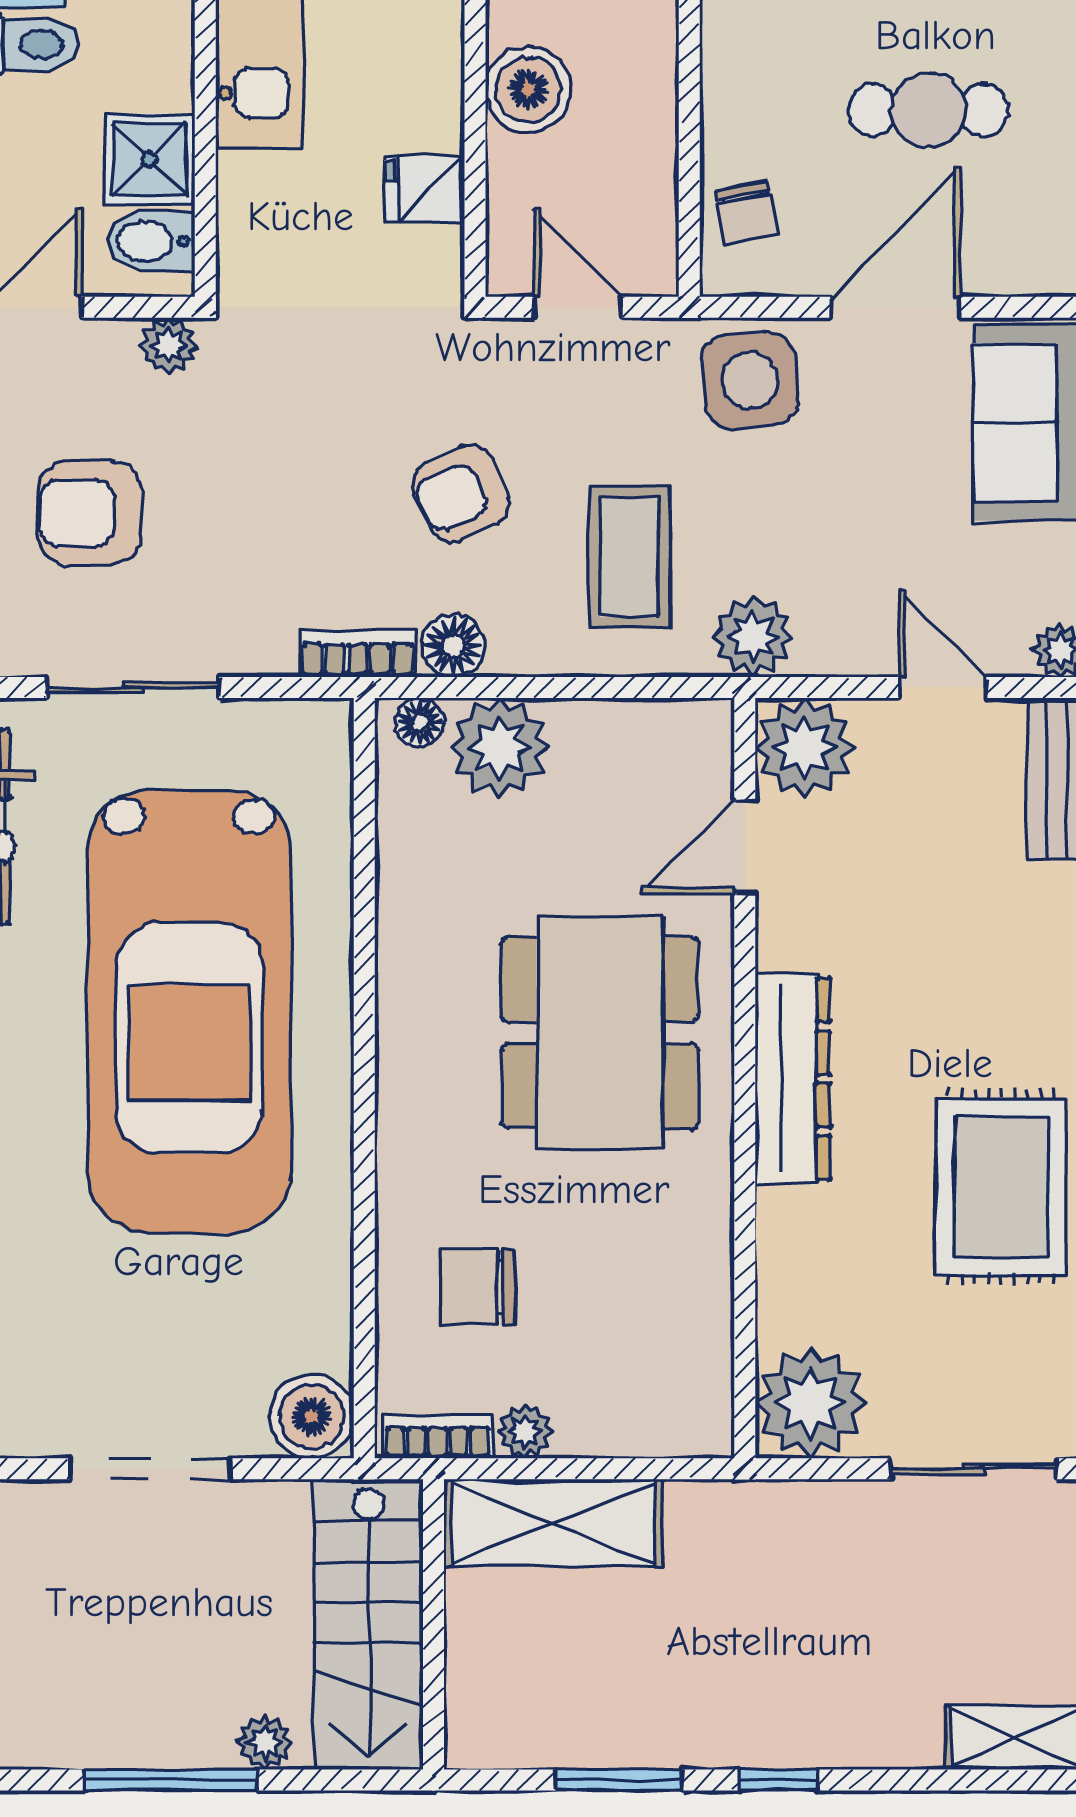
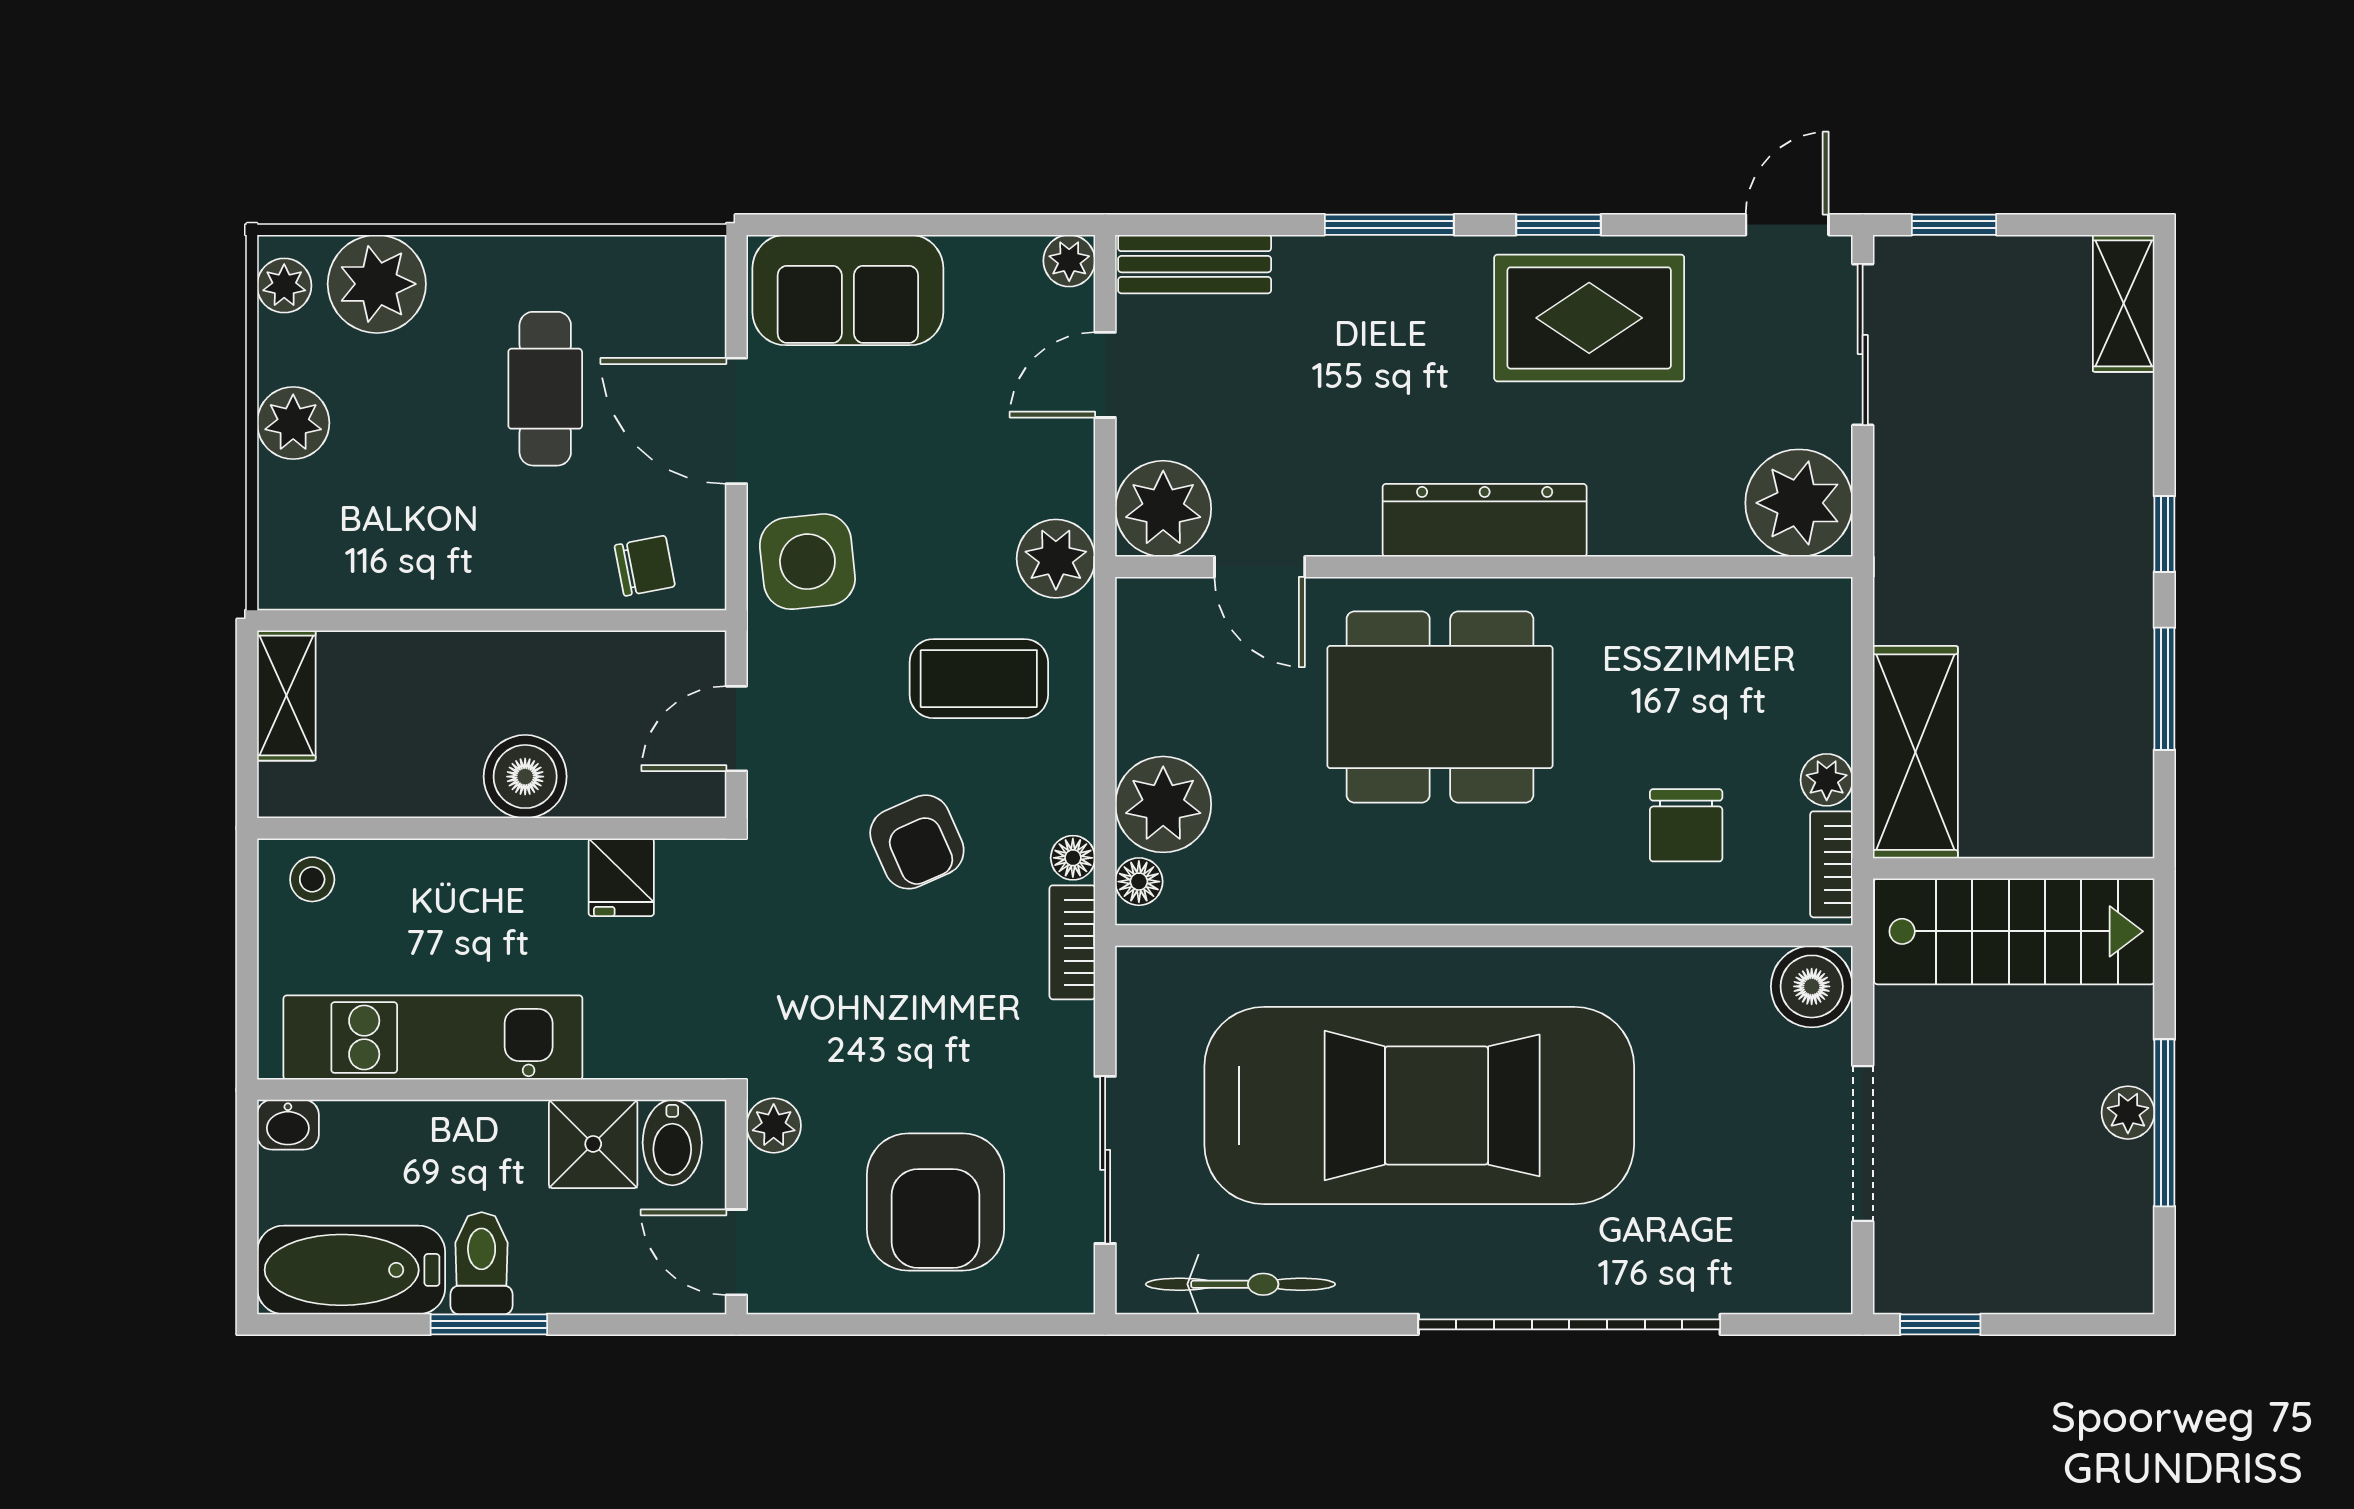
armchair: (89, 513) -> (936, 1202), width x1.36, depth x1.36
floor lamp: (453, 646) -> (1073, 858), width x0.73, depth x0.73
plant: (265, 1742) -> (2128, 1113), moved

